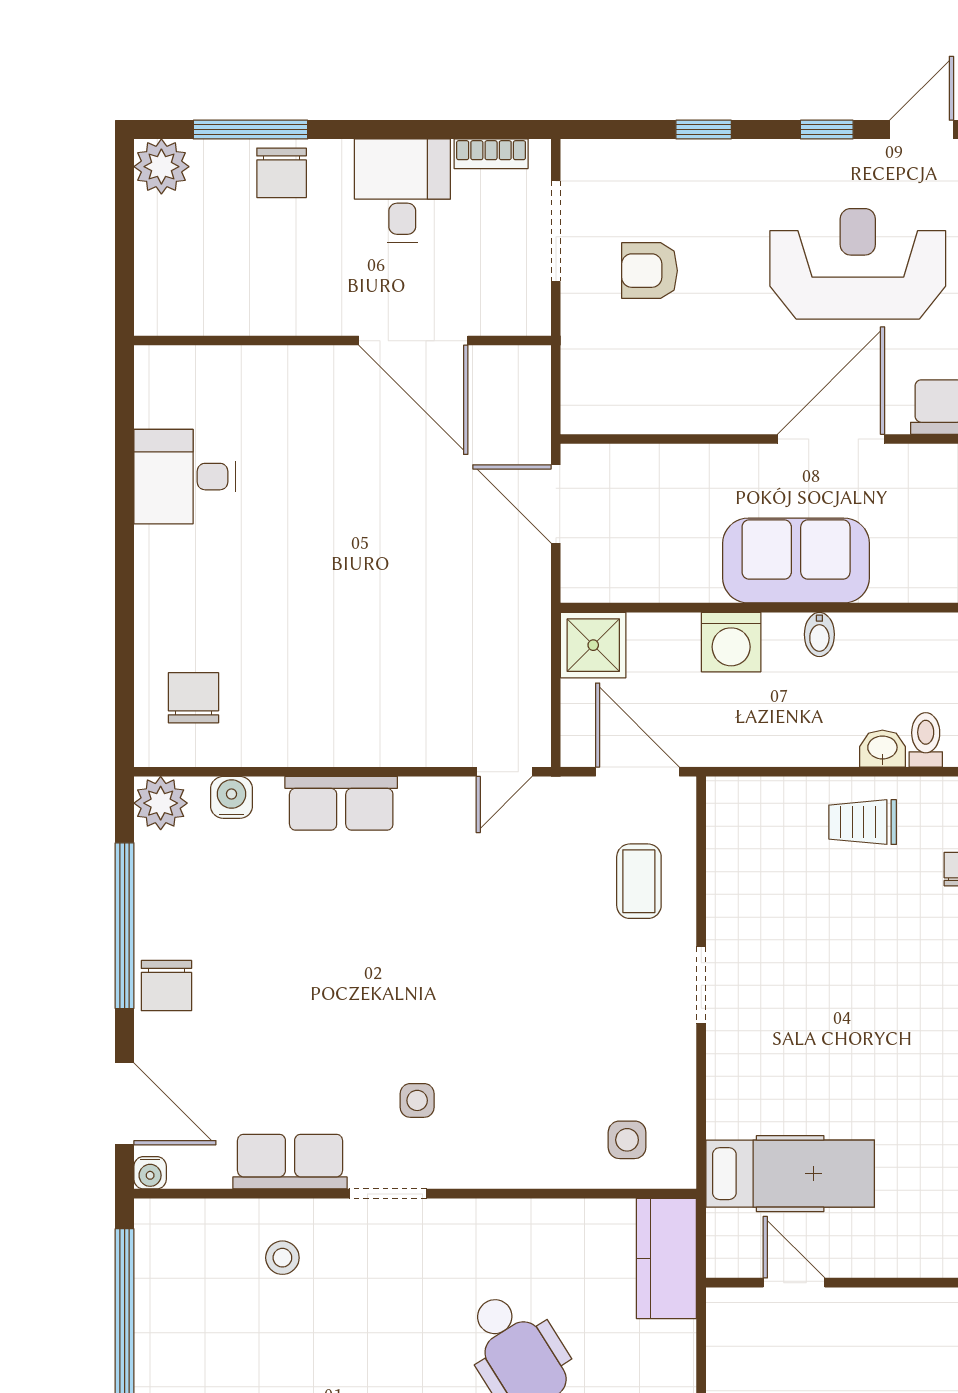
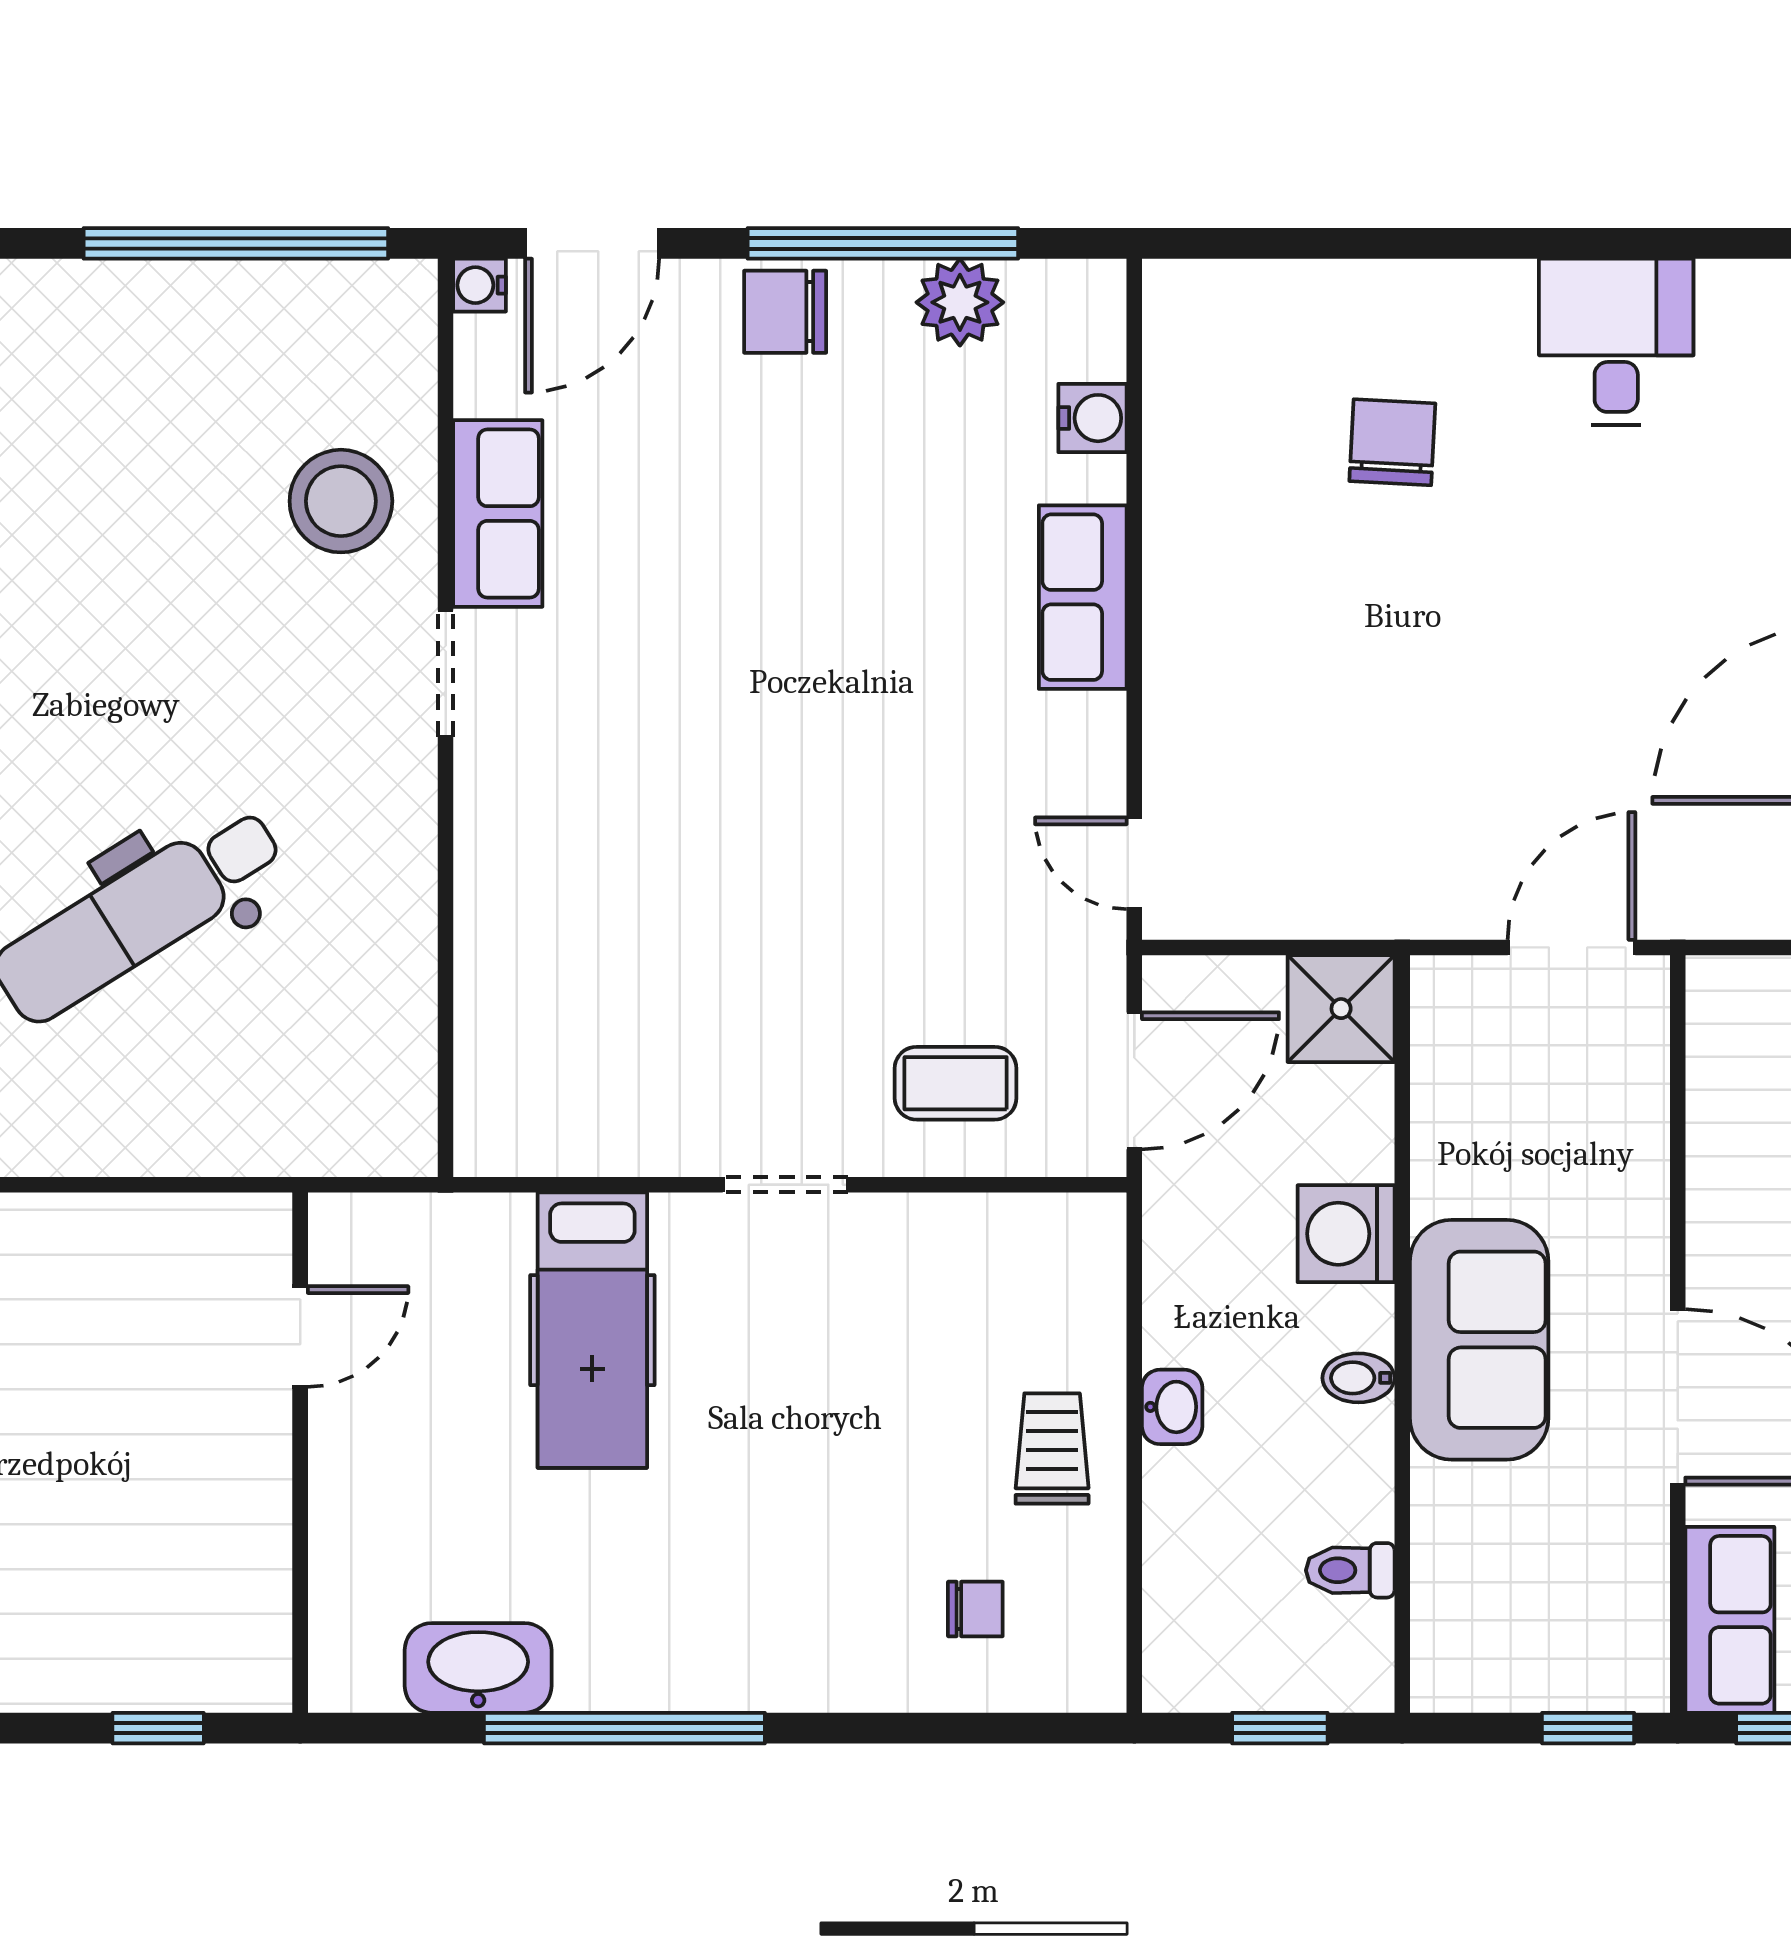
chair: (193, 698) -> (1392, 442), moved, turned -87
toilet: (926, 740) -> (1350, 1570), moved, turned 180
washbasin: (882, 749) -> (1172, 1407), moved
plant: (161, 803) -> (960, 302), moved
side table: (417, 1100) -> (598, 721), removed
side table: (627, 1140) -> (533, 1064), removed
hospital bed: (790, 1174) -> (592, 1330), moved
stool: (282, 1258) -> (341, 501), width x1.89, depth x1.89
kitchen counter: (666, 1258) -> (340, 1128), removed

